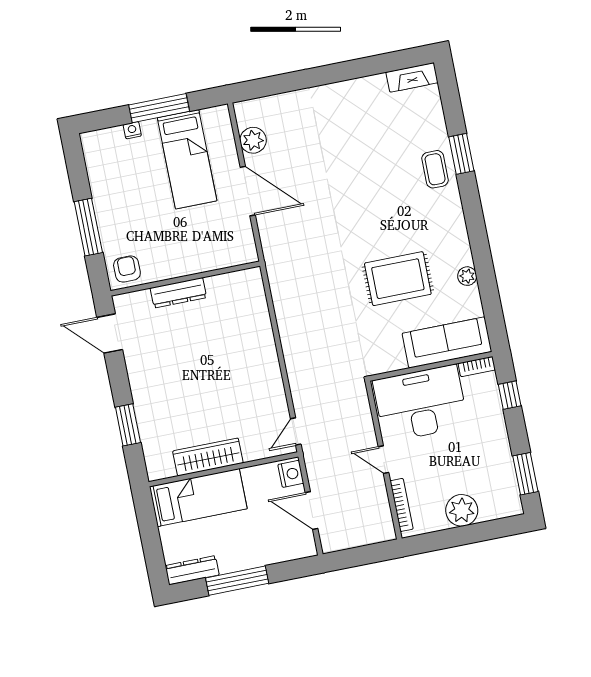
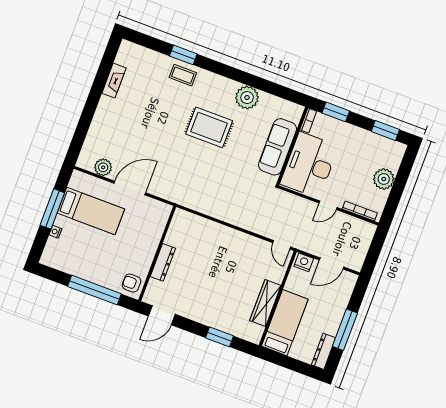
fireplace: (412, 77) -> (114, 81), moved
window: (88, 227) -> (94, 290), width x1.46
plant: (467, 276) -> (247, 98), width x1.87, depth x1.87
rug: (398, 279) -> (209, 127), moved, turned 90
sofa: (447, 342) -> (278, 147), moved
window: (510, 395) -> (336, 112), width x1.50

